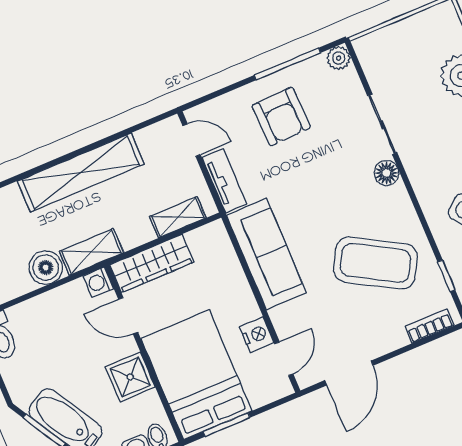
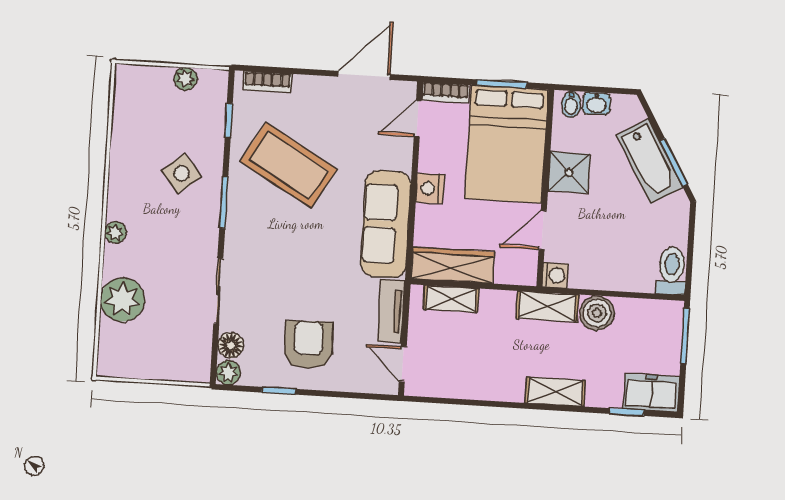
window: (287, 64) -> (279, 391), width x0.46
shelving: (81, 173) -> (555, 392), width x0.45, depth x0.75
floor lamp: (386, 173) -> (231, 345), moved
window: (416, 203) -> (224, 202), added
wardrobe: (152, 263) -> (453, 265), moved
door: (128, 316) -> (543, 230), swing flipped
nightstand: (257, 335) -> (430, 188), moved
bookcase: (271, 393) -> (446, 92), added

